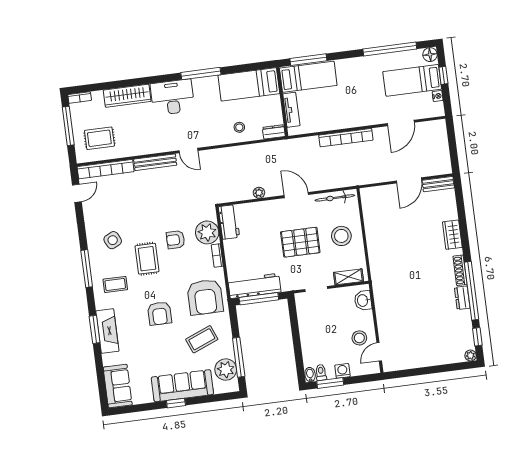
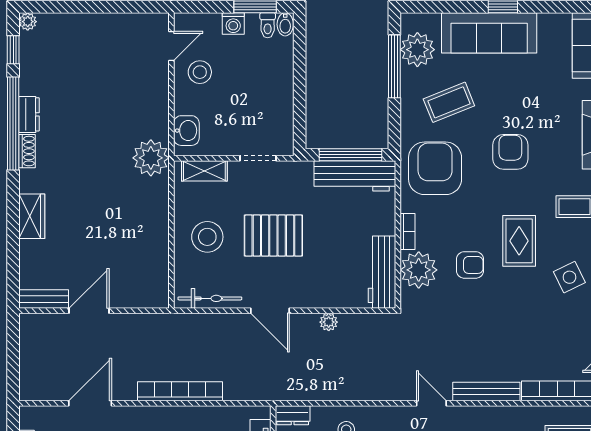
workbench: (229, 222) -> (382, 272), width x1.38
shoe rack: (460, 270) -> (27, 151), width x0.70
plant: (383, 281) -> (151, 158), added

